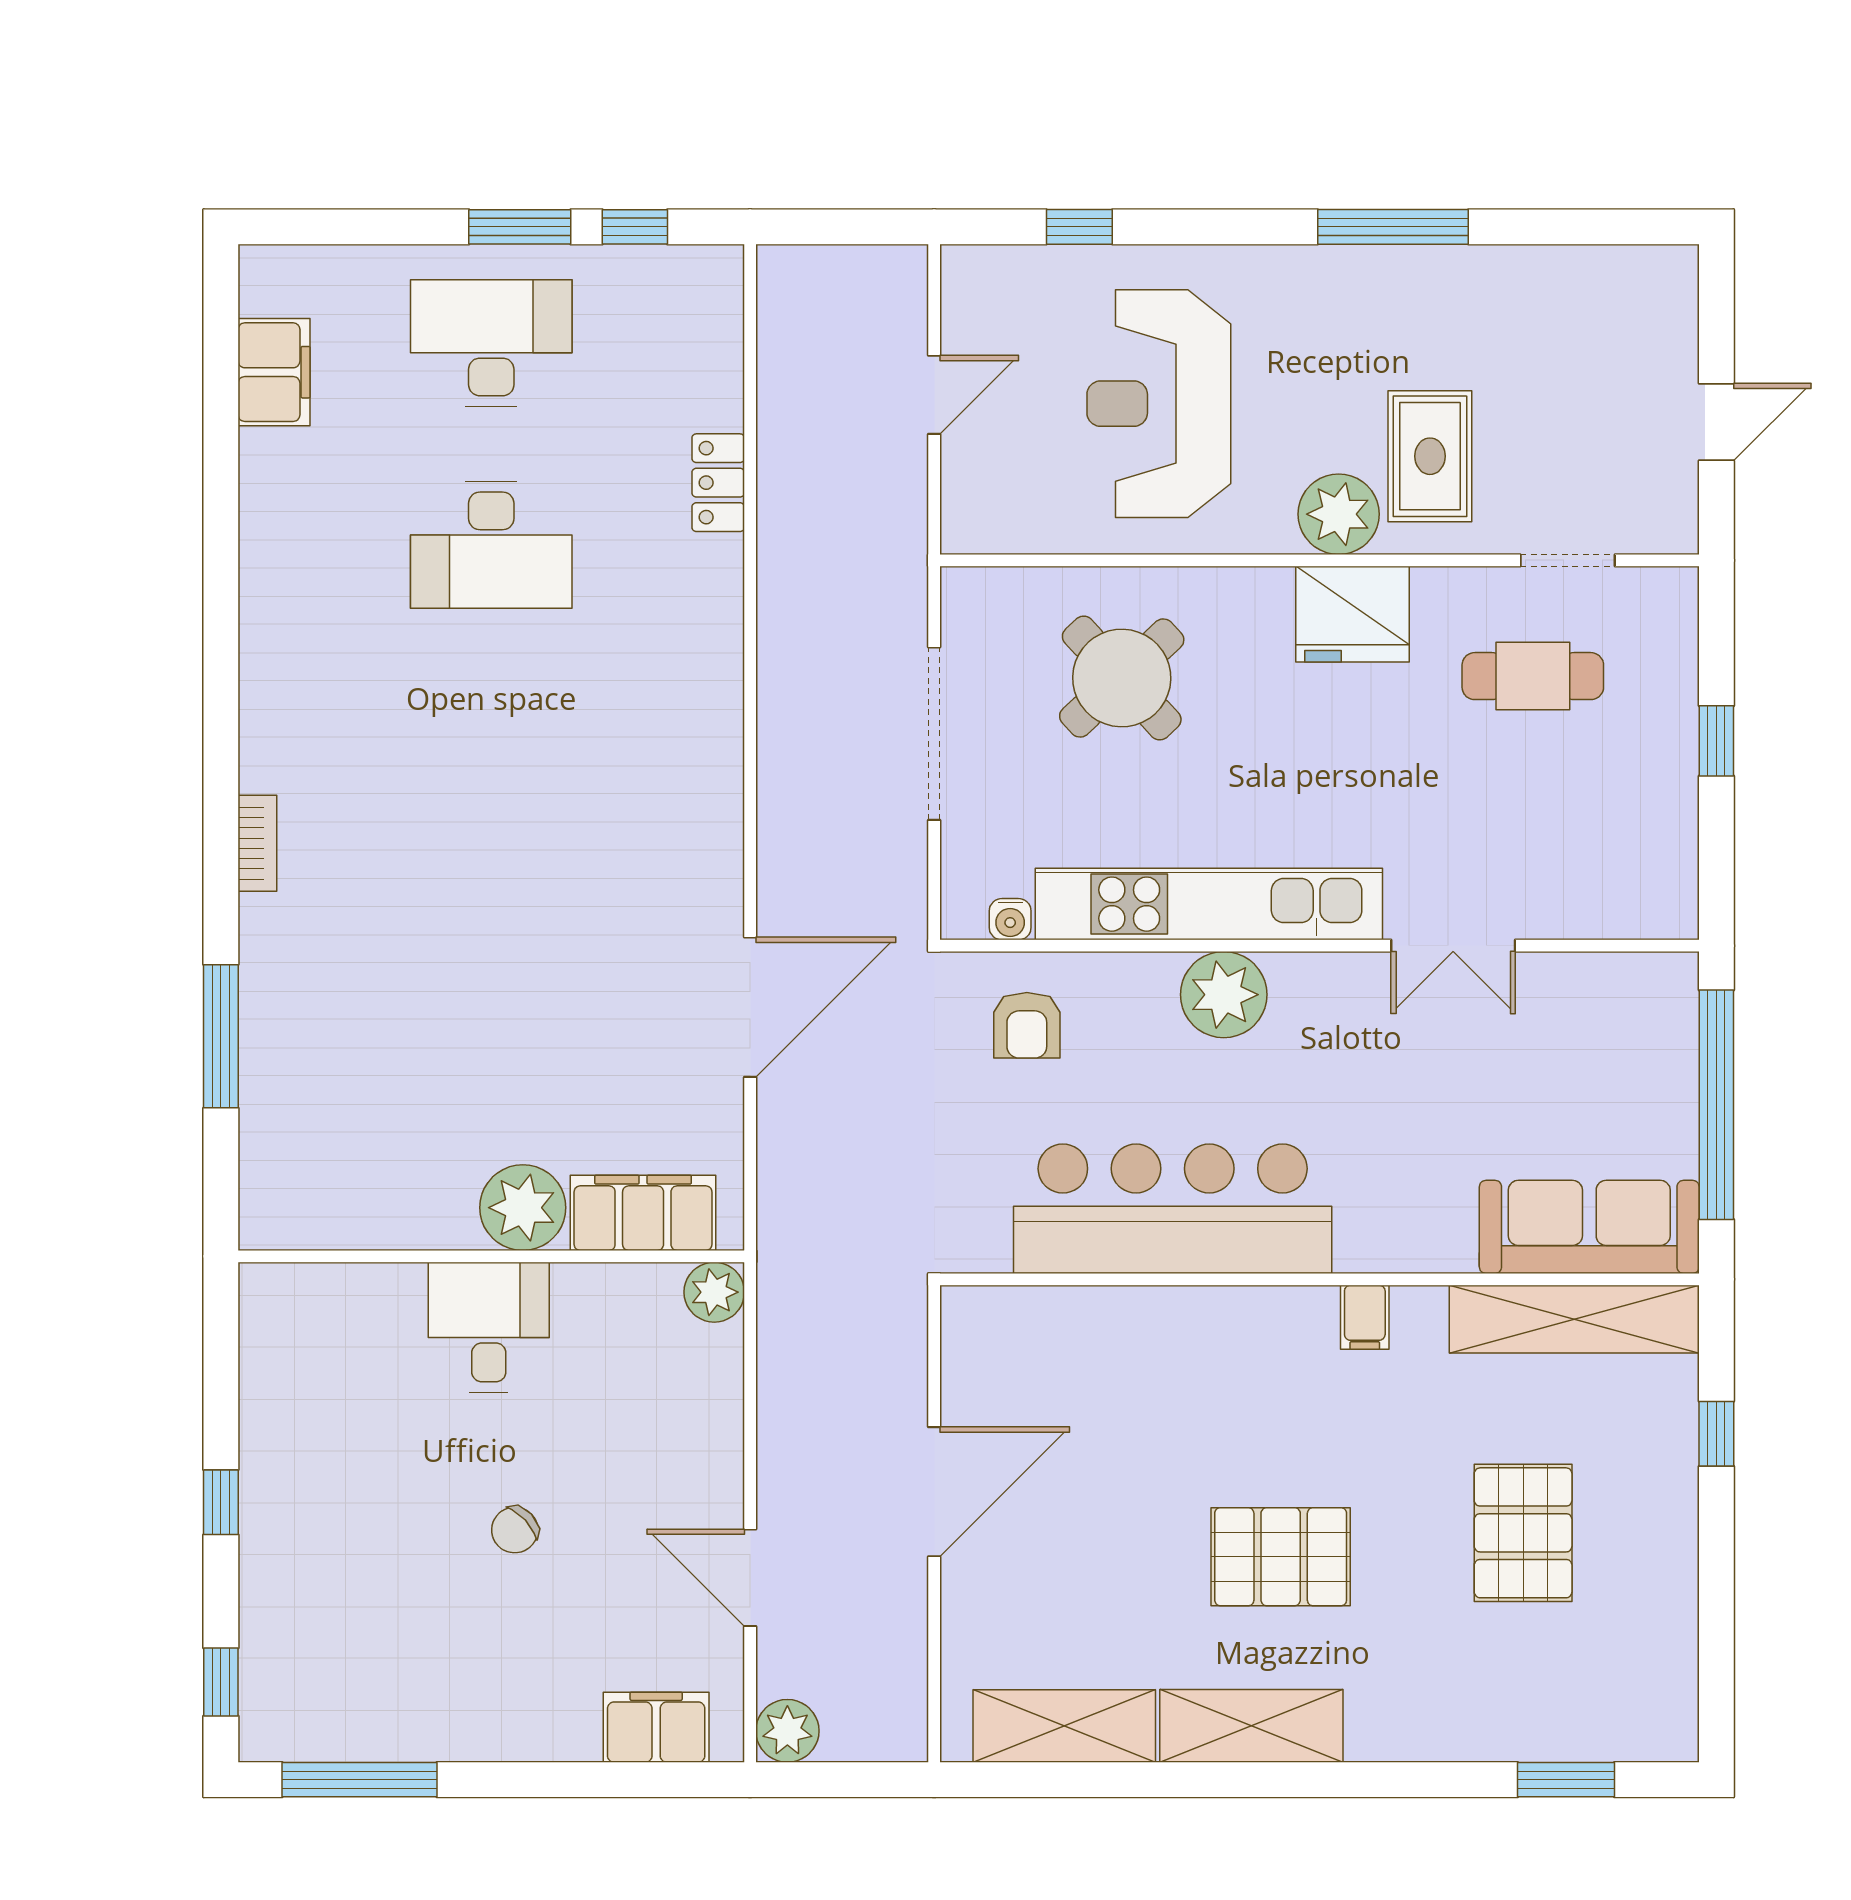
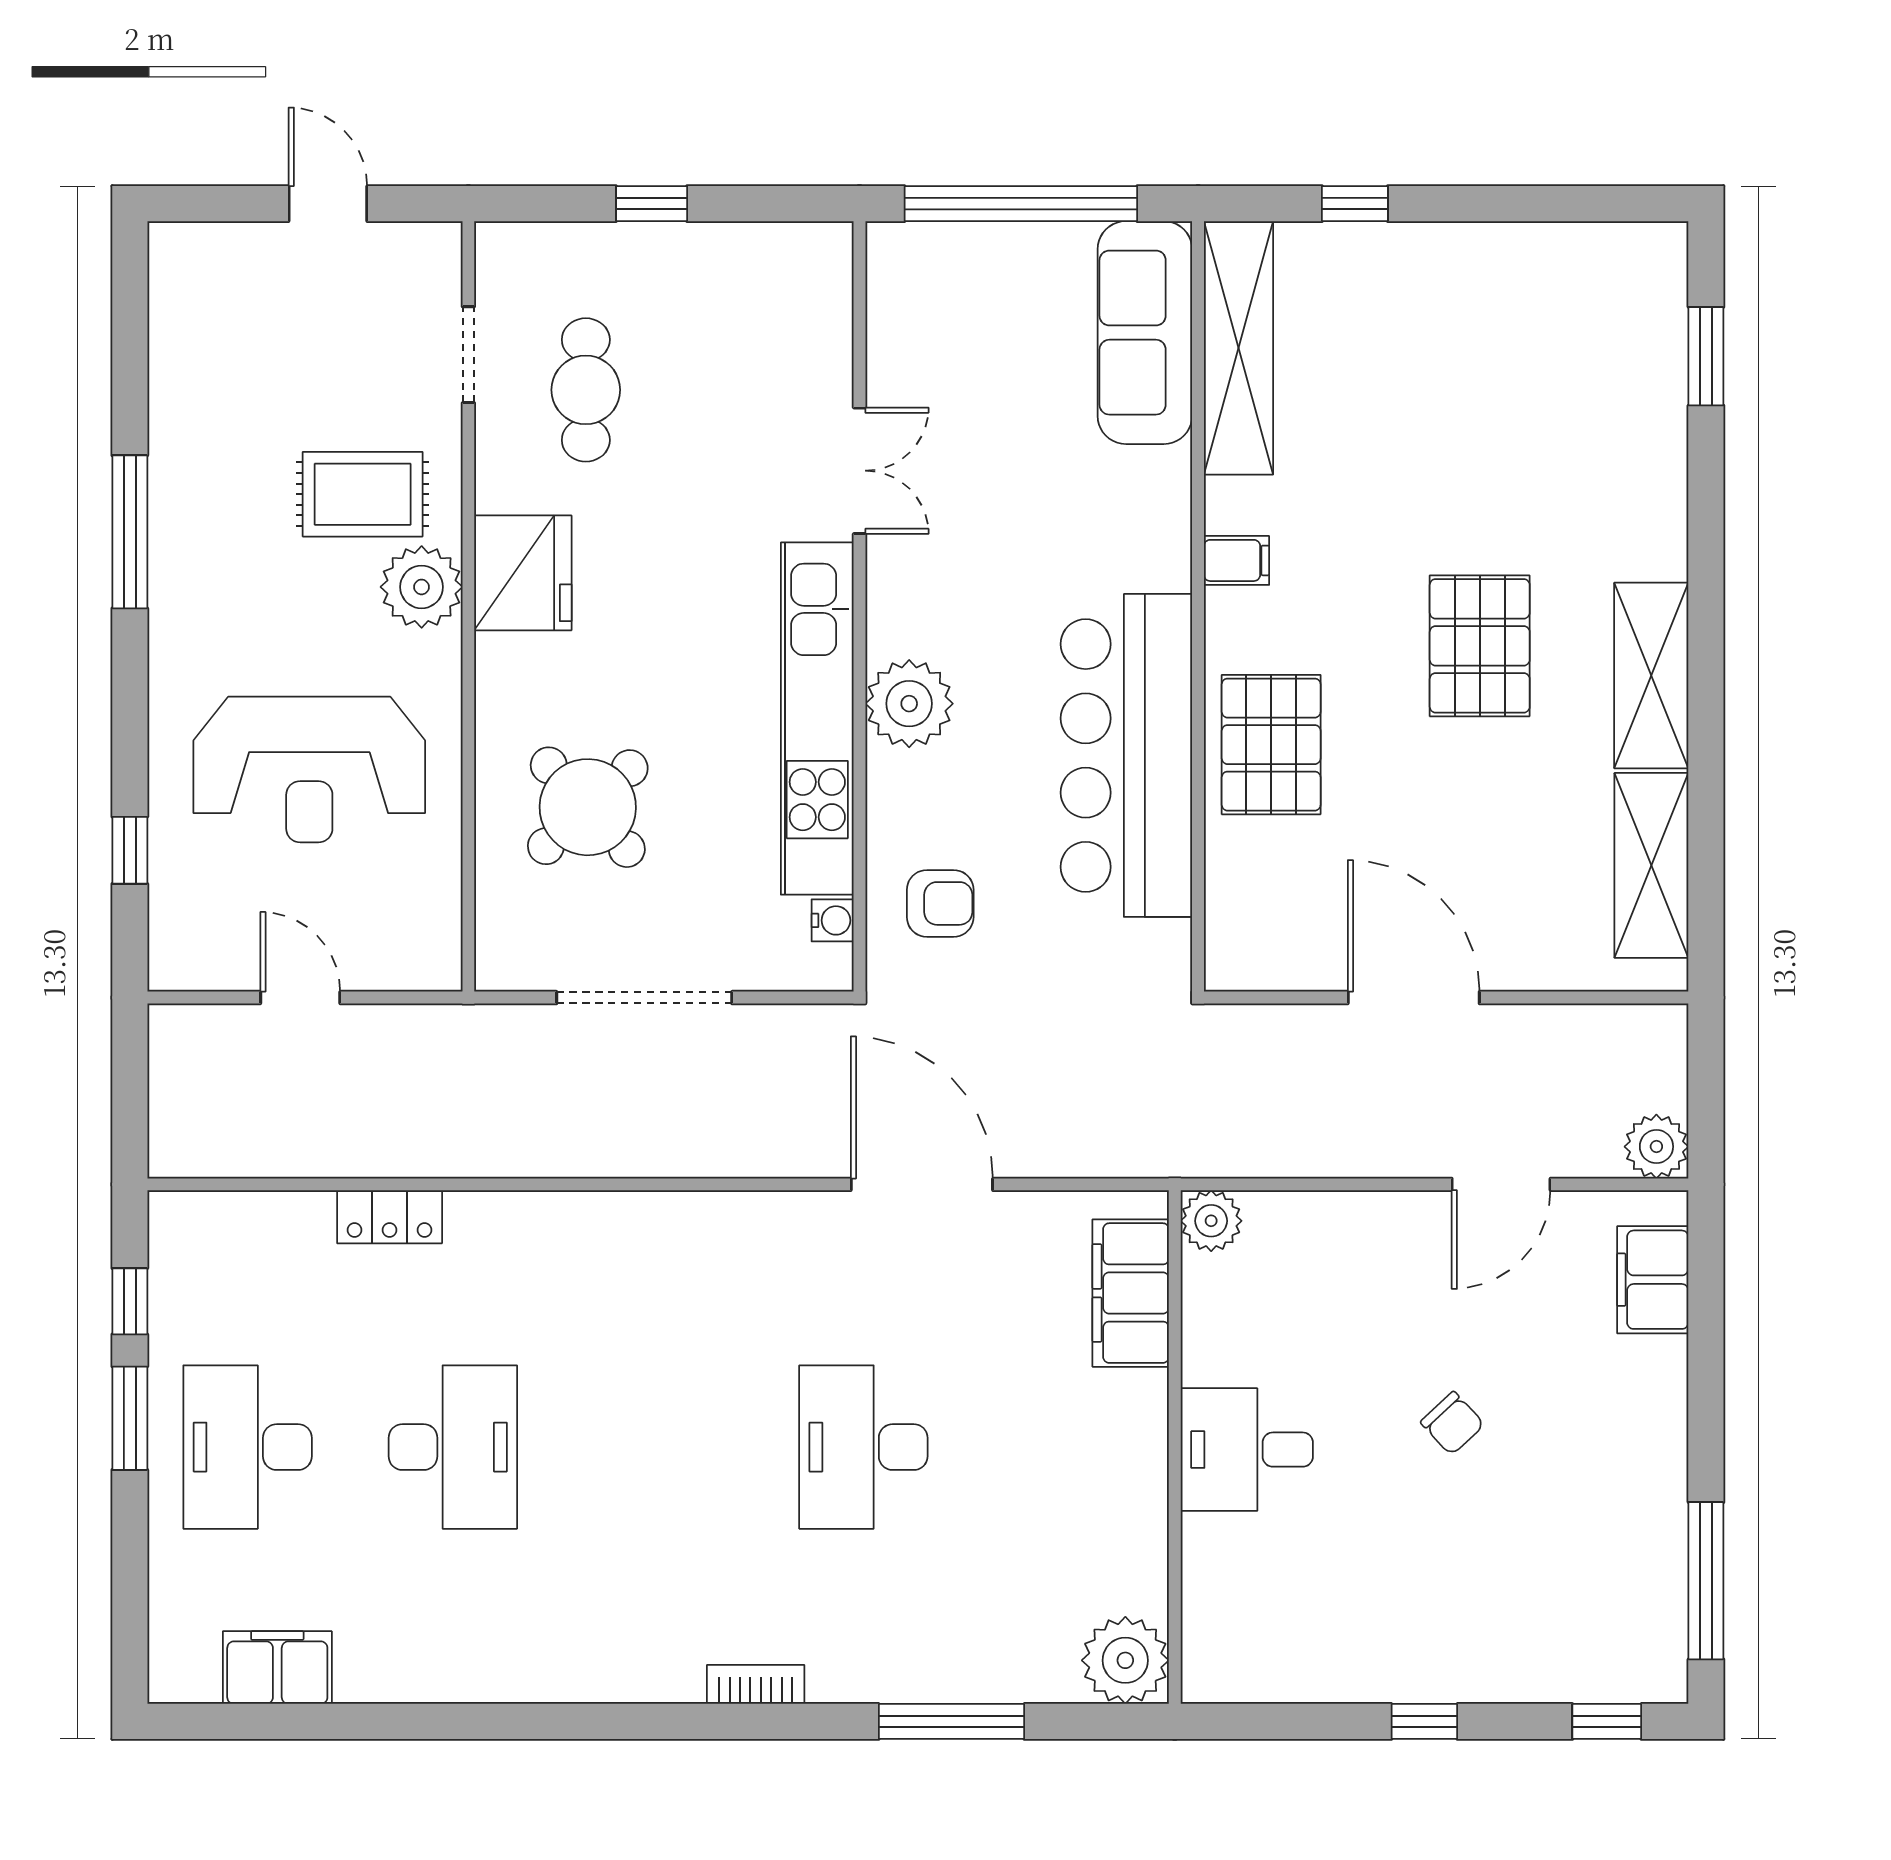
desk: (491, 950) -> (863, 1447), added
plant: (523, 1208) -> (1125, 1660), moved
pallet: (1523, 1533) -> (1271, 745), moved, turned 90

